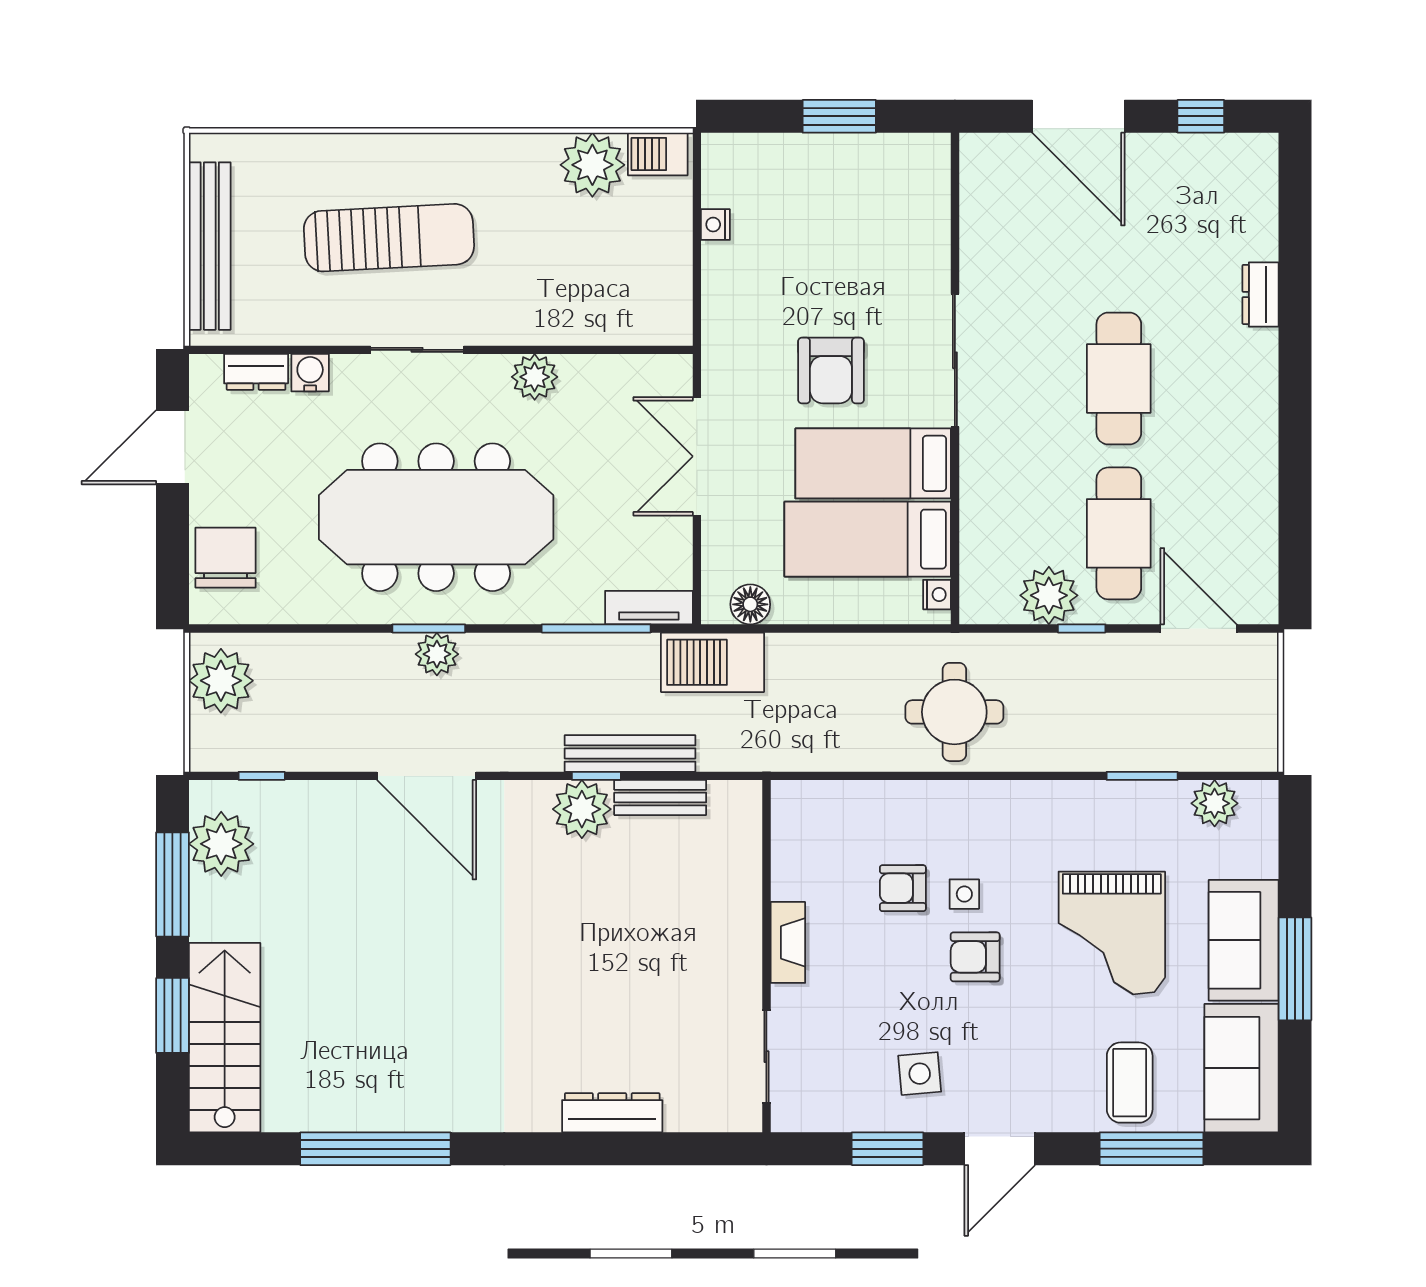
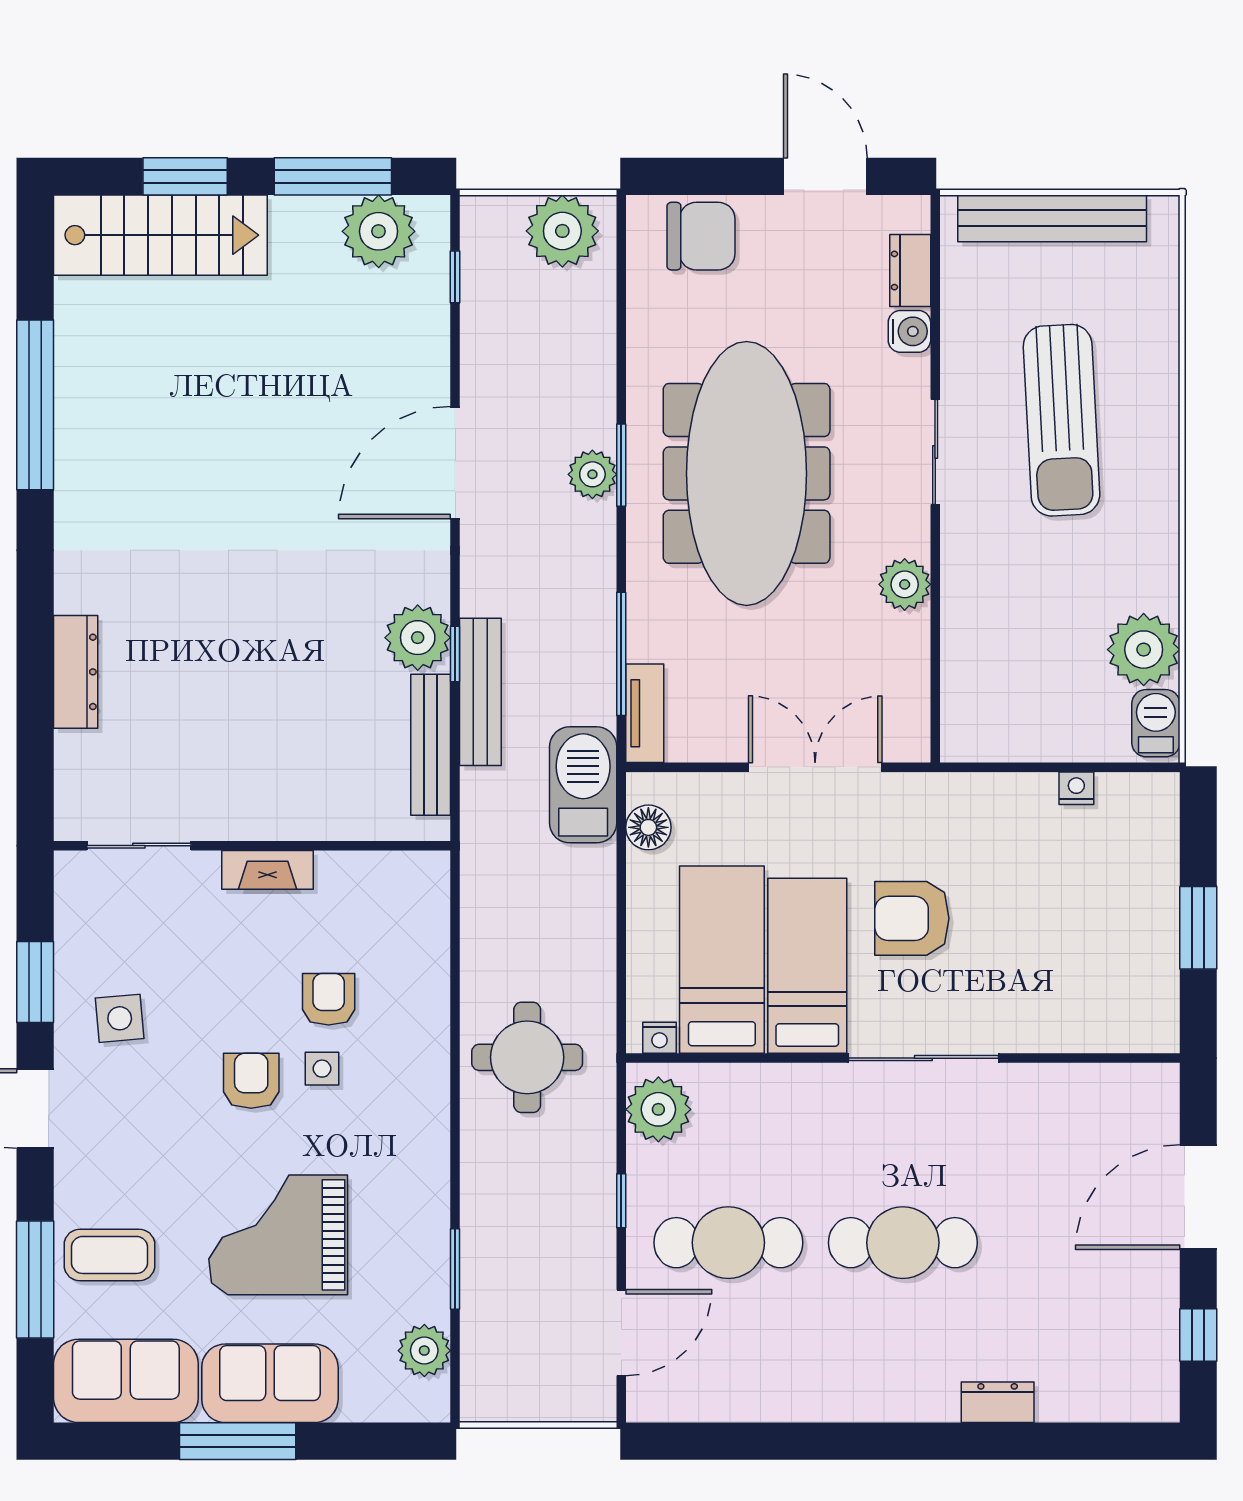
plant: (1049, 595) -> (658, 1109), moved
bench: (660, 798) -> (431, 745), width x1.36

